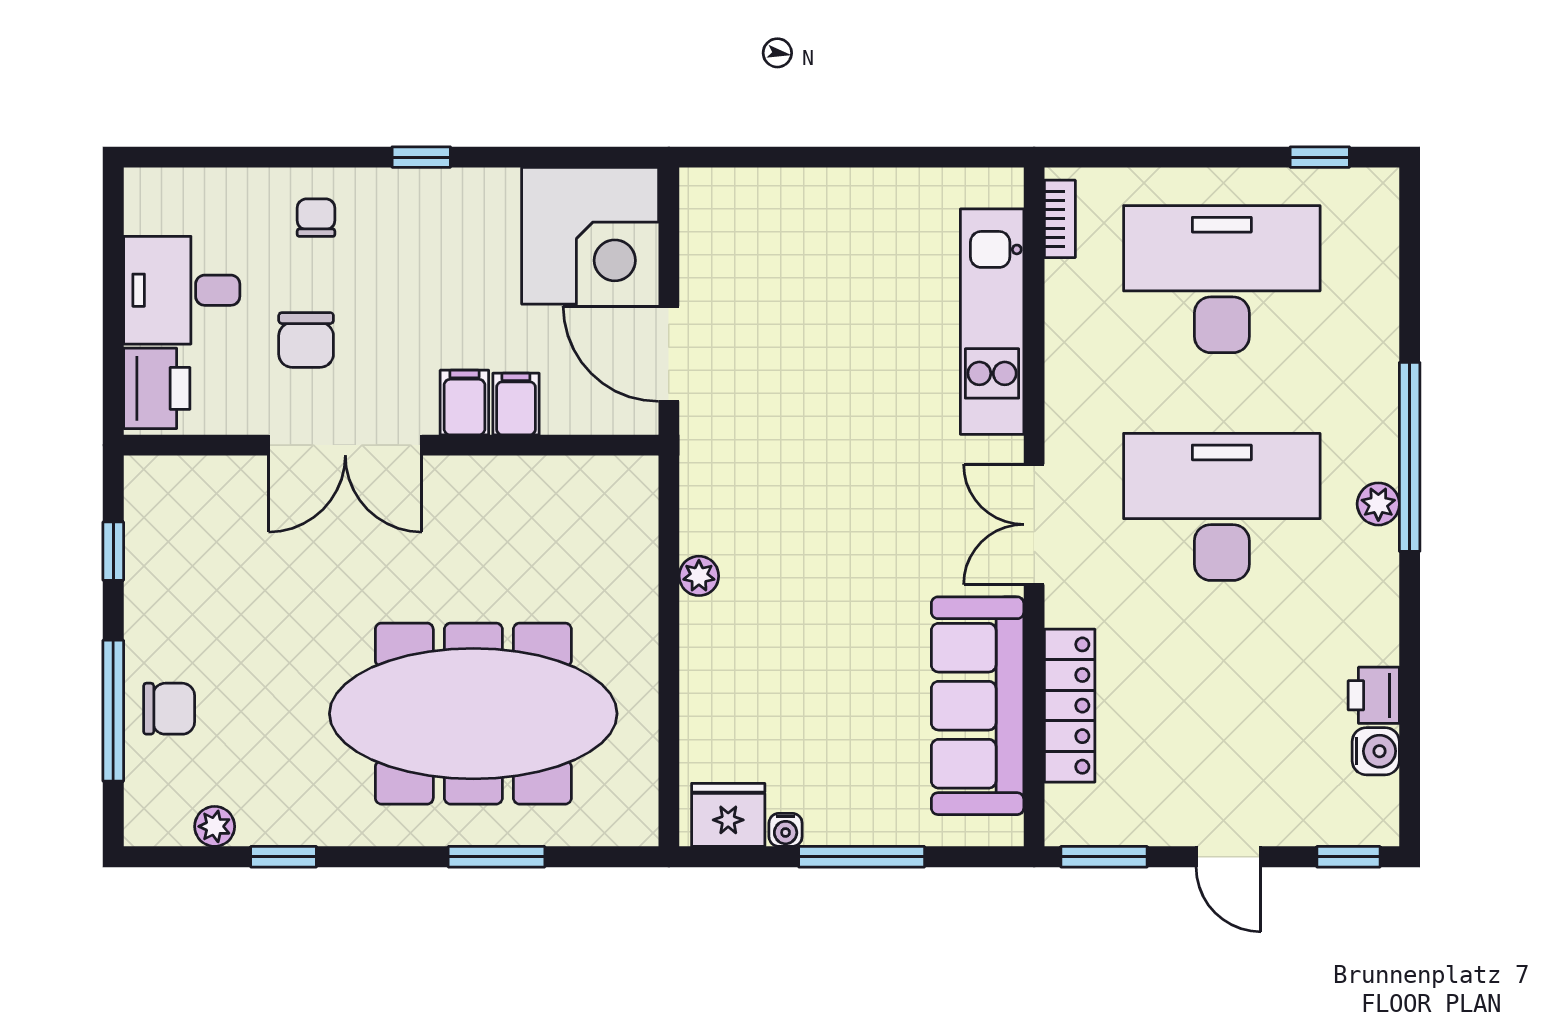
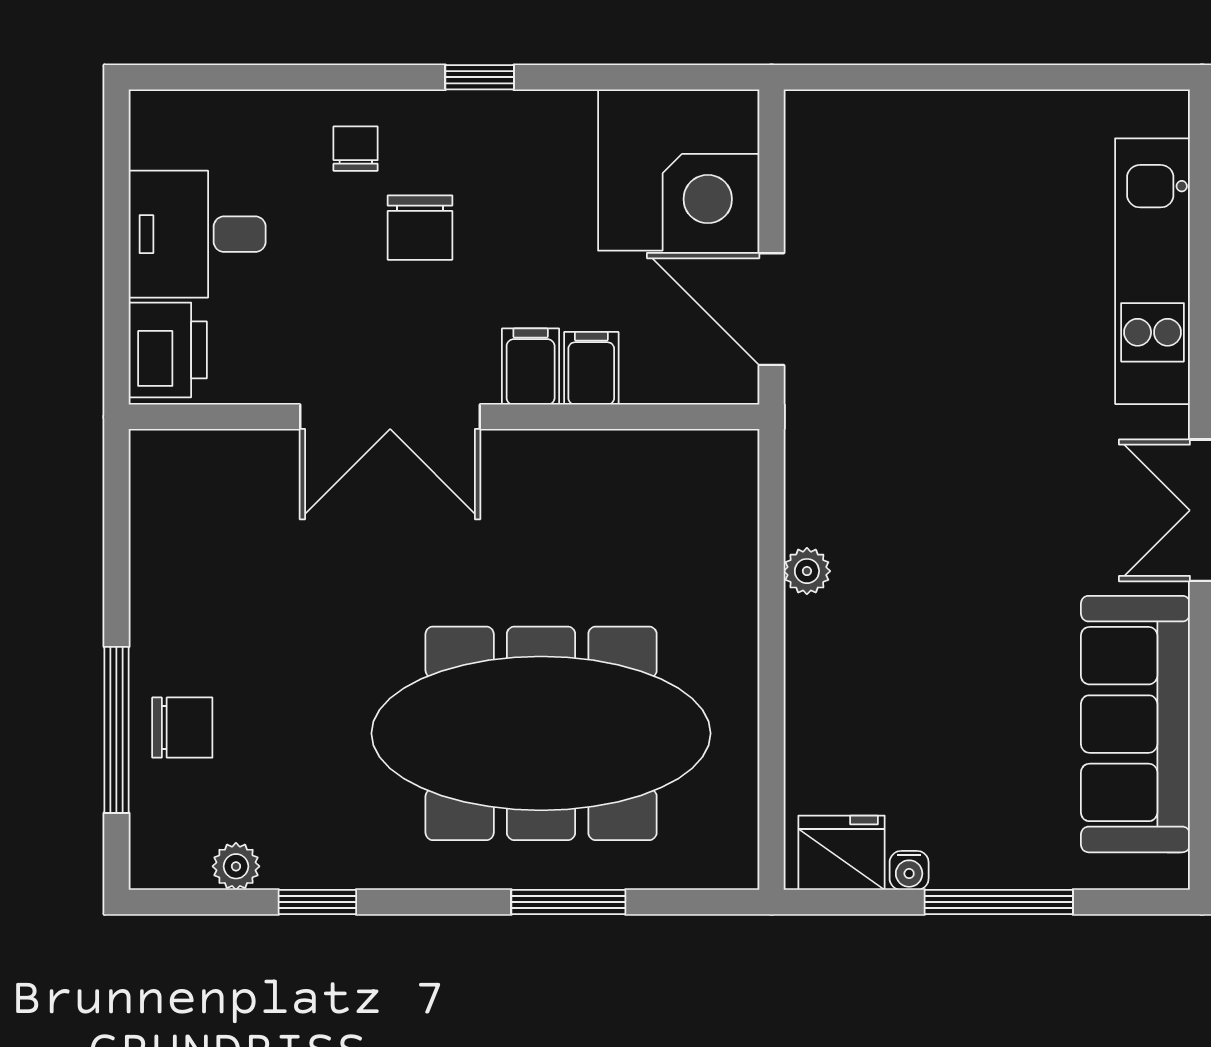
chair: (306, 340) -> (420, 228), moved
window: (113, 551) -> (116, 542), removed

